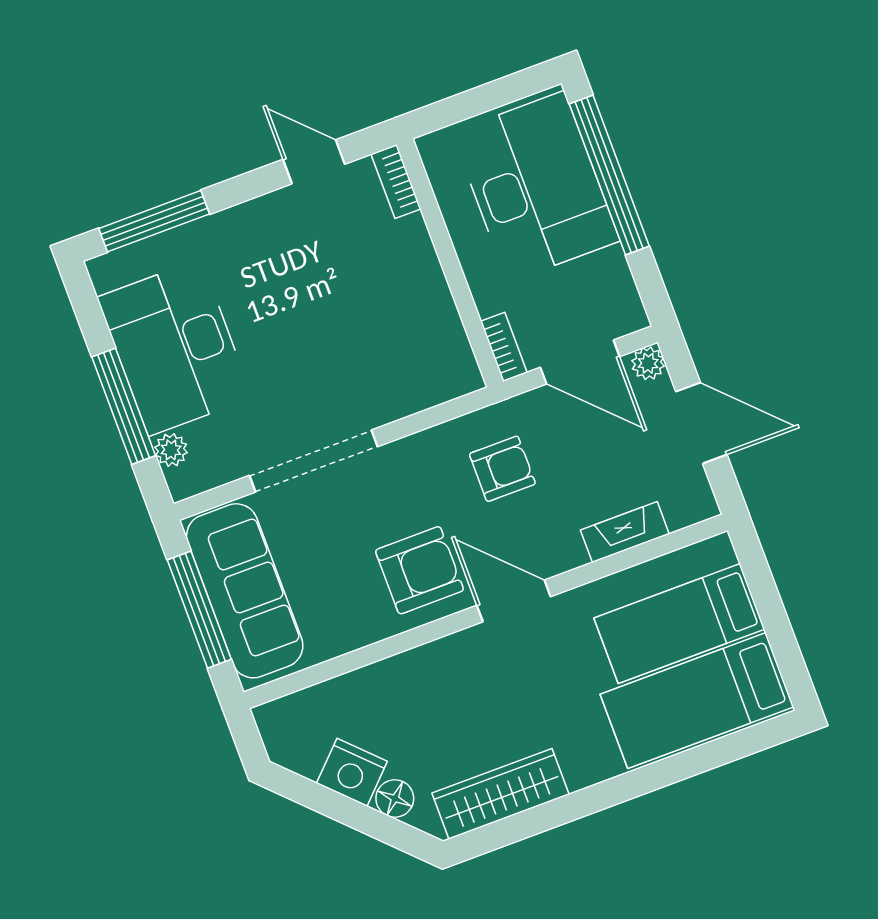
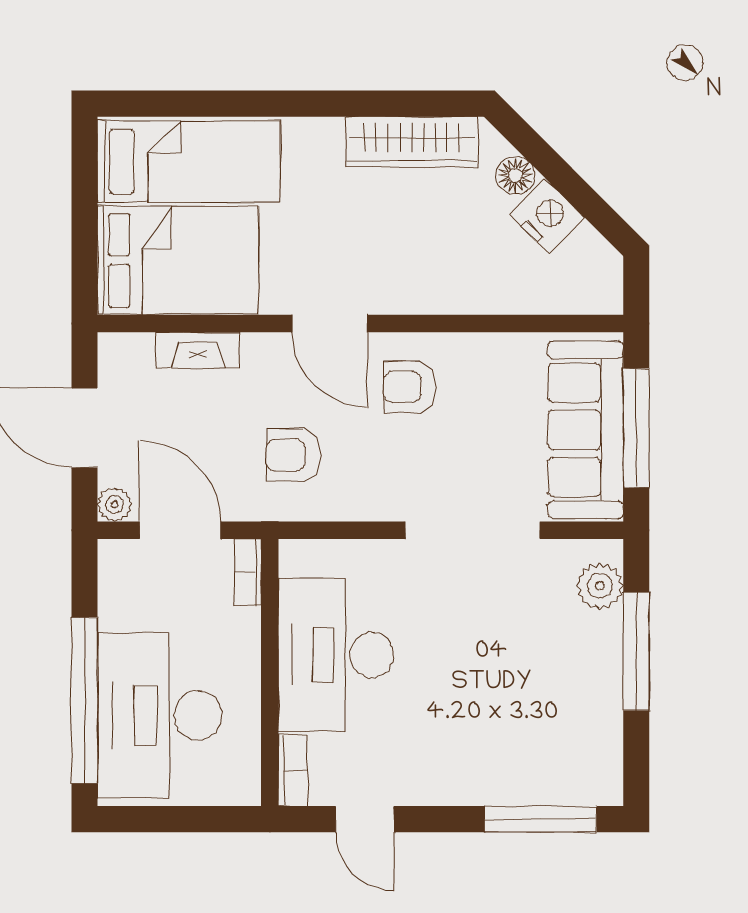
desk: (175, 348) -> (336, 655), moved, turned 180
plant: (171, 450) -> (600, 586), width x1.38, depth x1.38
armchair: (420, 570) -> (410, 387), width x0.72, depth x0.72
bed: (679, 624) -> (178, 260), width x1.50

